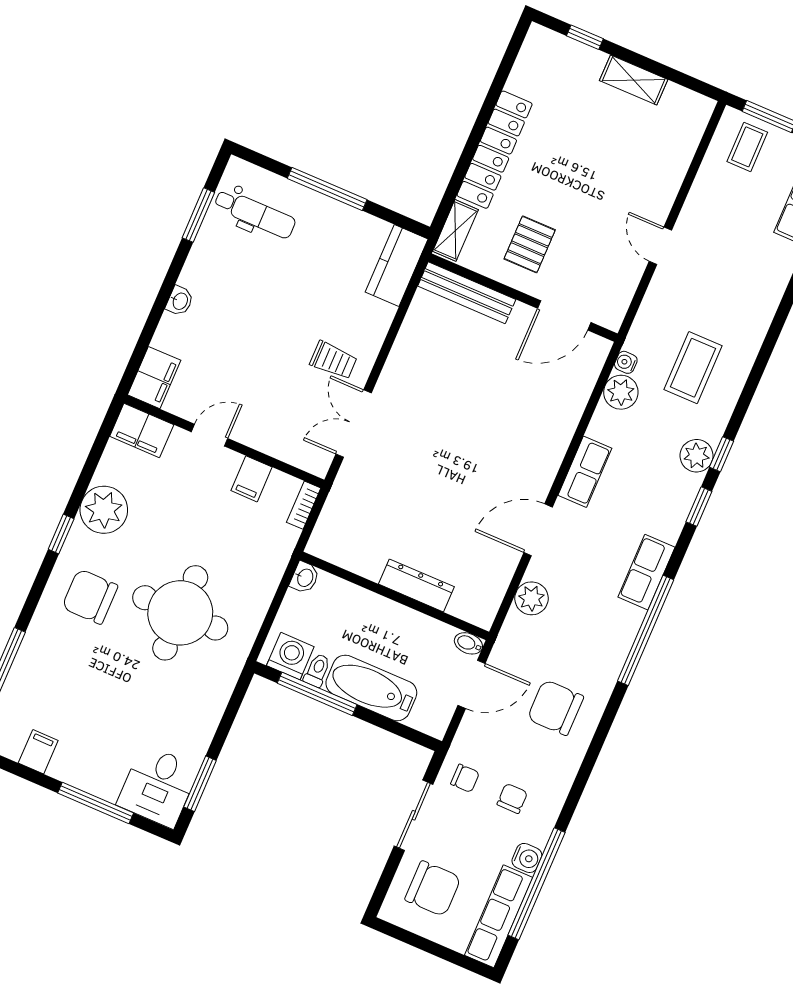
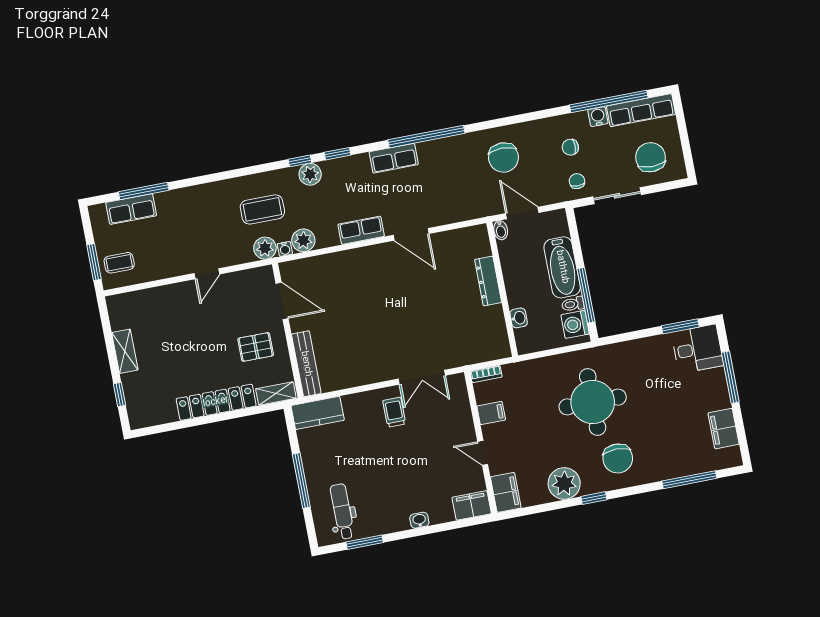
washbasin: (305, 578) -> (519, 318), moved, turned 90
plant: (532, 598) -> (265, 248), moved
filing cabinet: (38, 752) -> (724, 429), width x2.00

